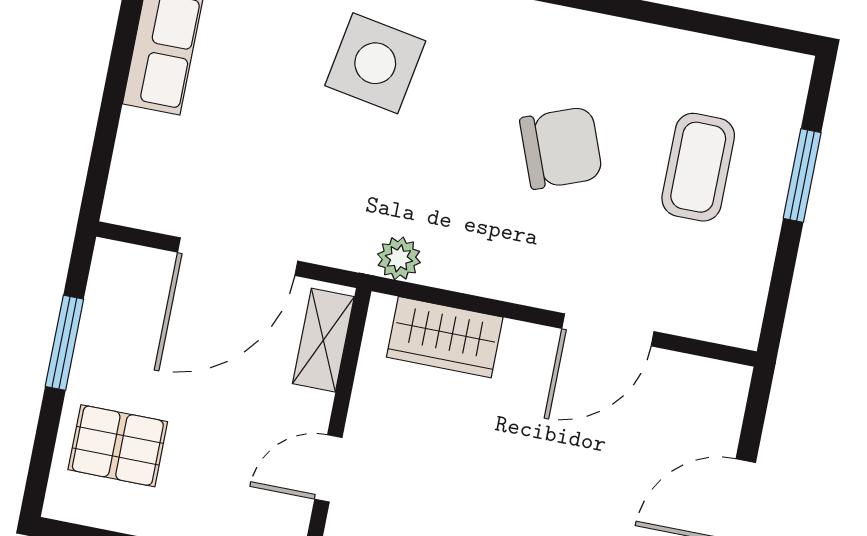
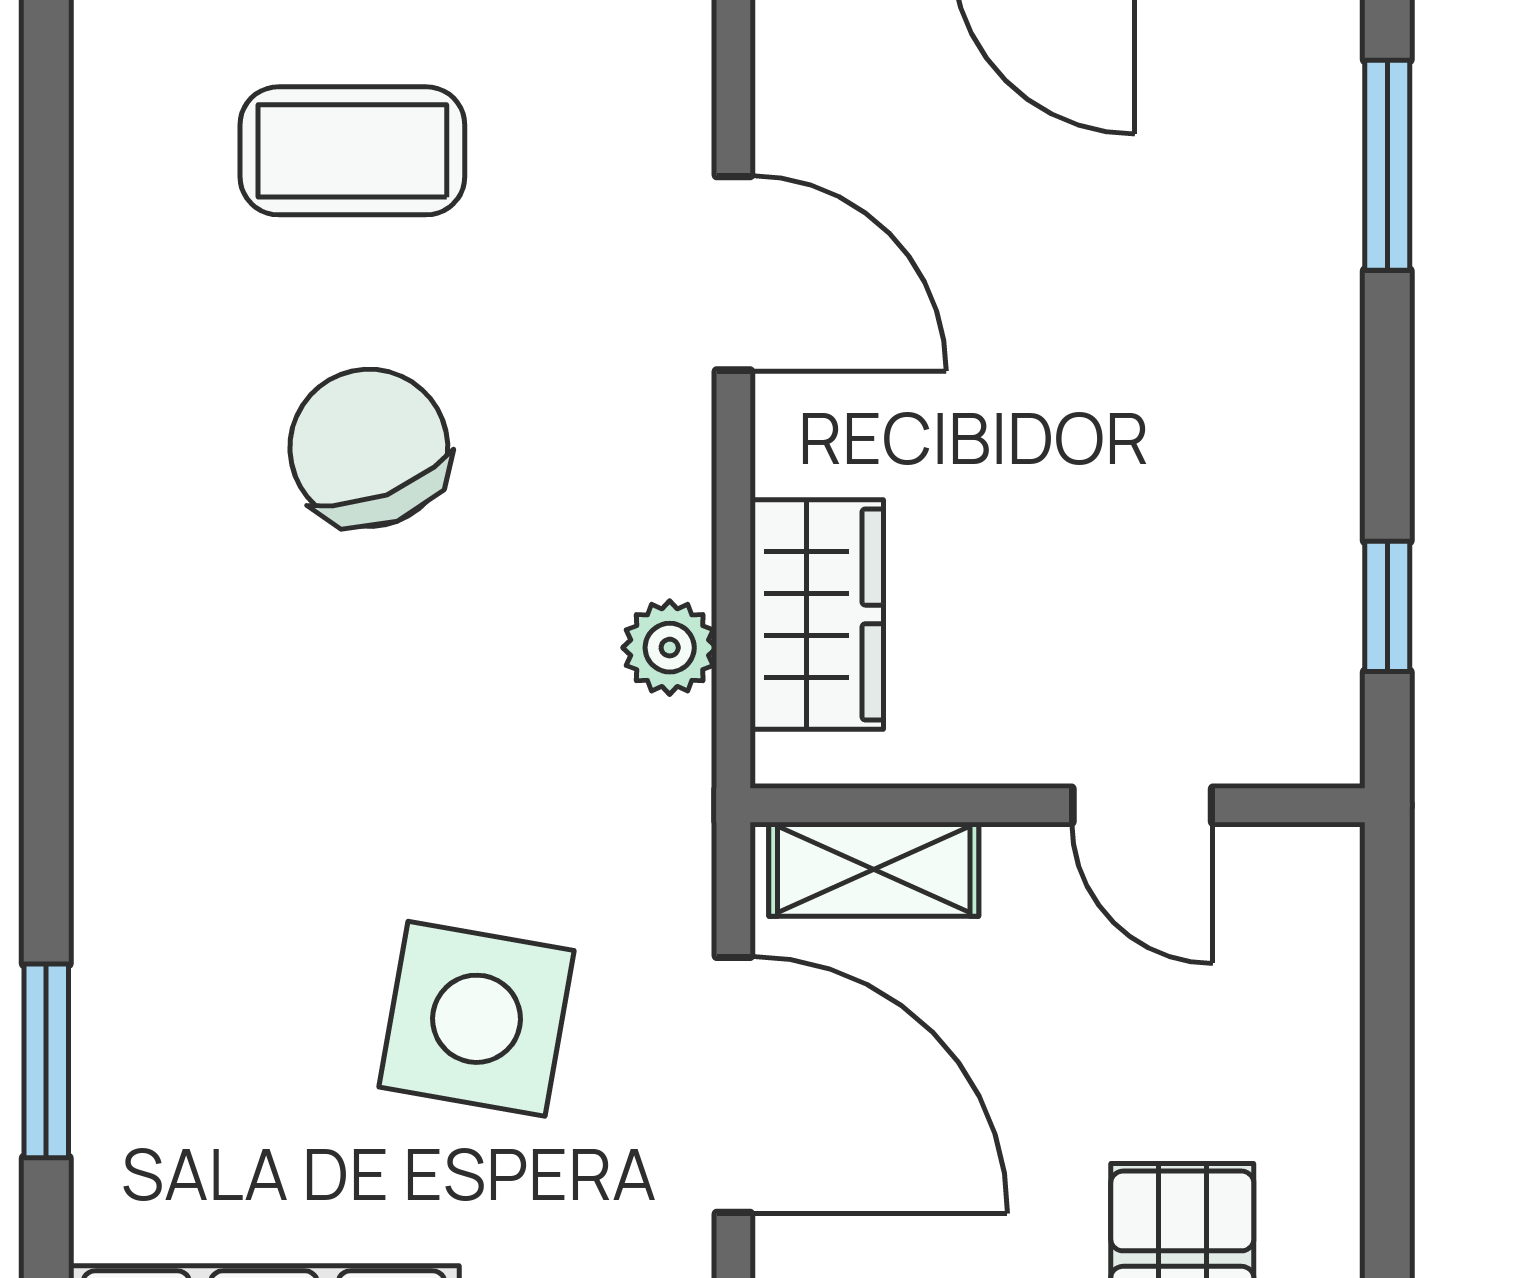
side table: (375, 63) -> (477, 1019), moved
plant: (399, 258) -> (670, 648), moved

